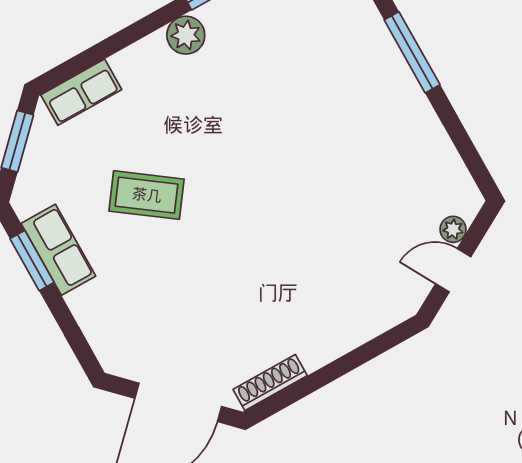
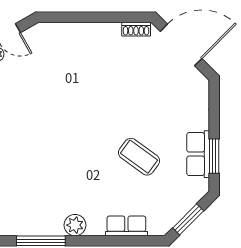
row of seats: (81, 92) -> (126, 226), moved
shoe rack: (270, 383) -> (136, 29), width x0.70

